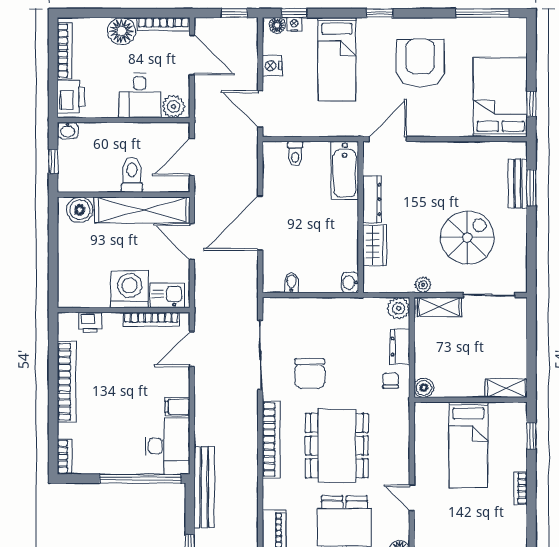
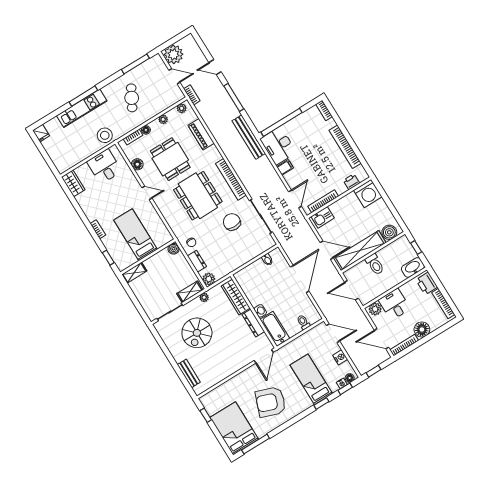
window: (380, 13) -> (321, 403), moved
armchair: (420, 63) -> (271, 402), turned 110
bed: (500, 97) -> (234, 428), moved, turned 180
washbasin: (68, 130) -> (413, 268), width x1.91, depth x1.45
door: (192, 157) -> (351, 290), swing flipped
window: (531, 188) -> (181, 375), removed
wardrobe: (375, 245) -> (236, 297), width x1.50
washbasin: (350, 283) -> (260, 311), moved
washing machine: (130, 289) -> (368, 193), moved

